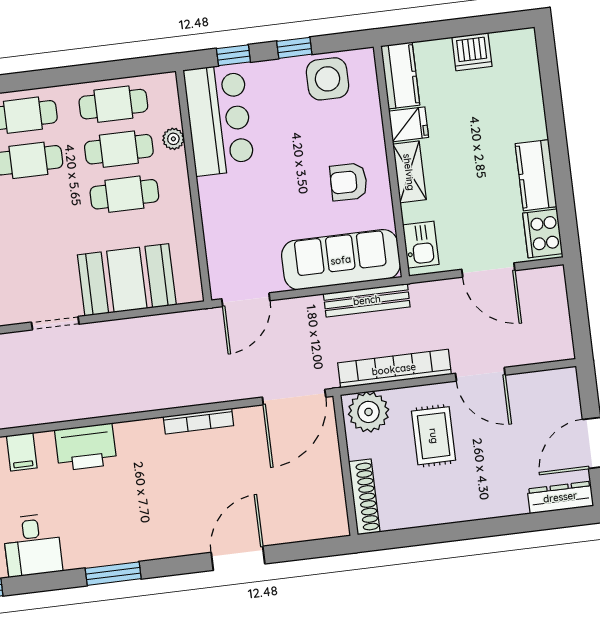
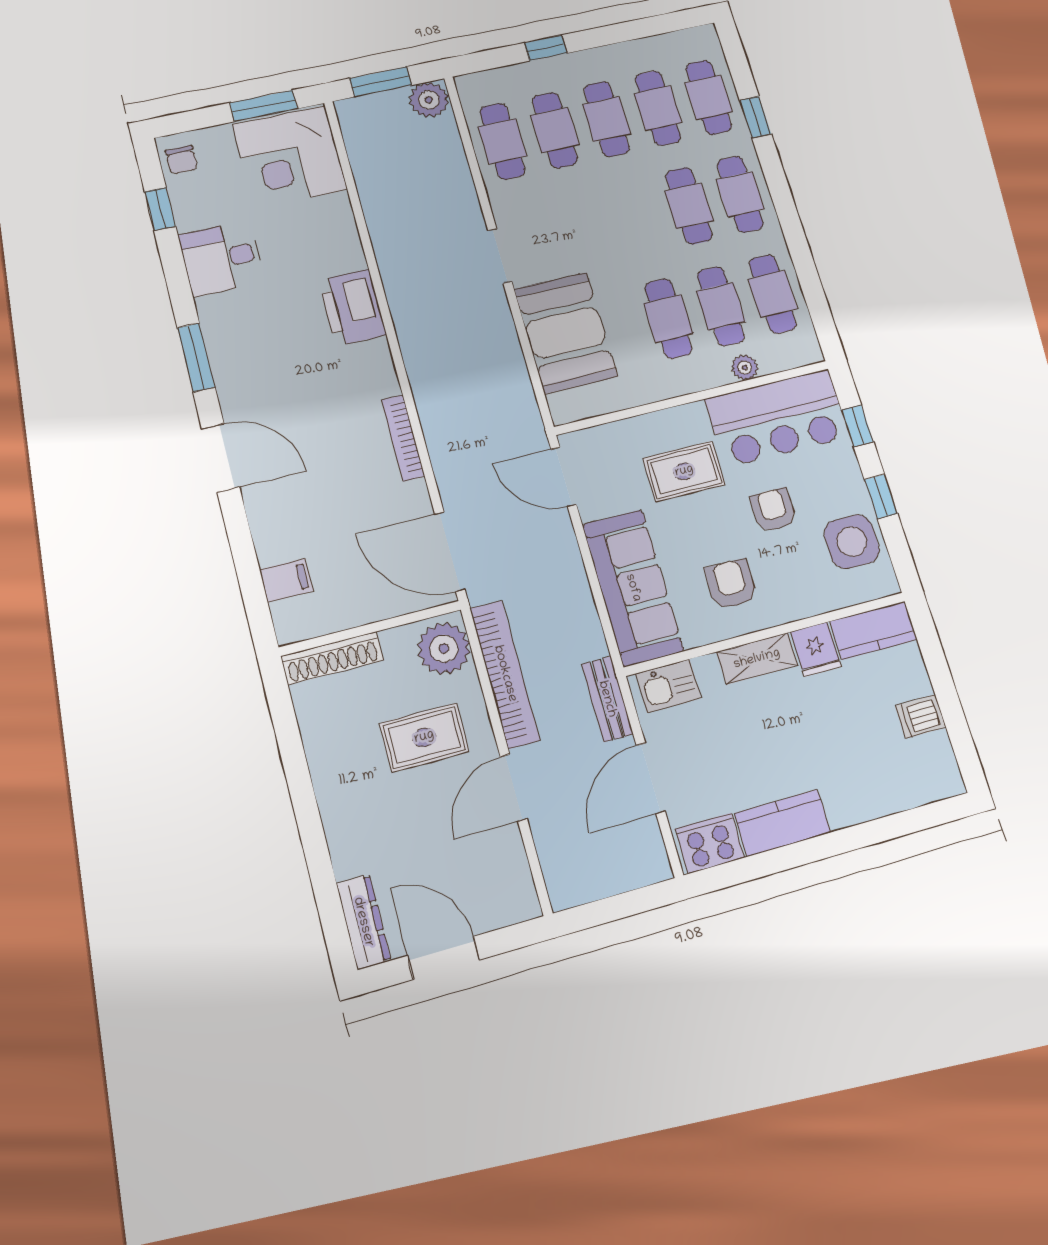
dishwasher: (472, 52) -> (921, 717), width x0.73
armchair: (294, 137) -> (773, 510), added
rug: (253, 203) -> (684, 471), added
bench: (367, 300) -> (607, 699), moved, width x0.73
filing cabinet: (22, 452) -> (286, 580), moved, turned 180
door: (238, 558) -> (220, 458), moved

